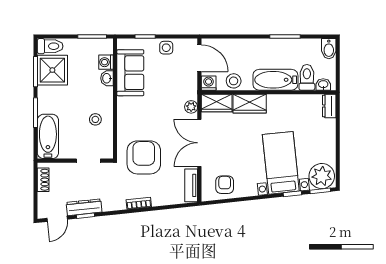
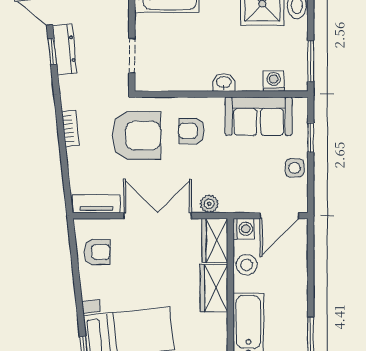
washbasin: (107, 78) -> (224, 82), moved
stool: (95, 119) -> (191, 66), removed
armchair: (141, 119) -> (192, 131), added

